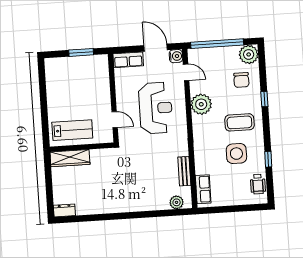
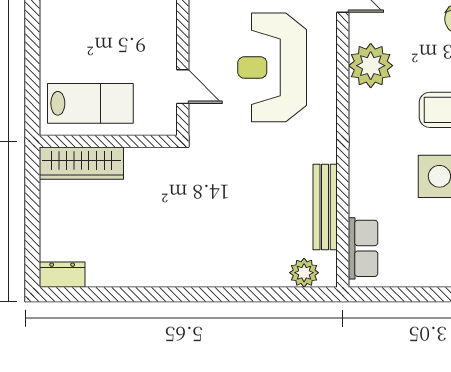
reception desk: (156, 108) -> (272, 67), turned 180
bench: (184, 171) -> (325, 207), width x1.36

